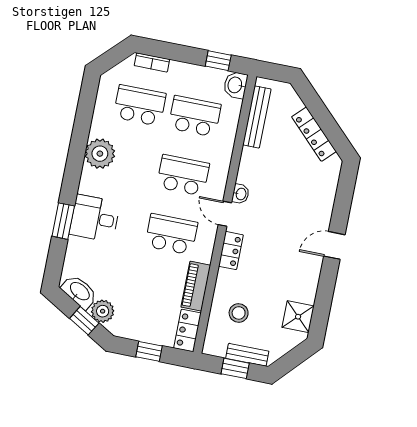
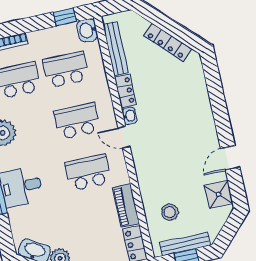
door: (334, 245) -> (230, 158), moved
locker: (231, 251) -> (125, 91), moved
bench: (247, 355) -> (185, 244), width x1.36

